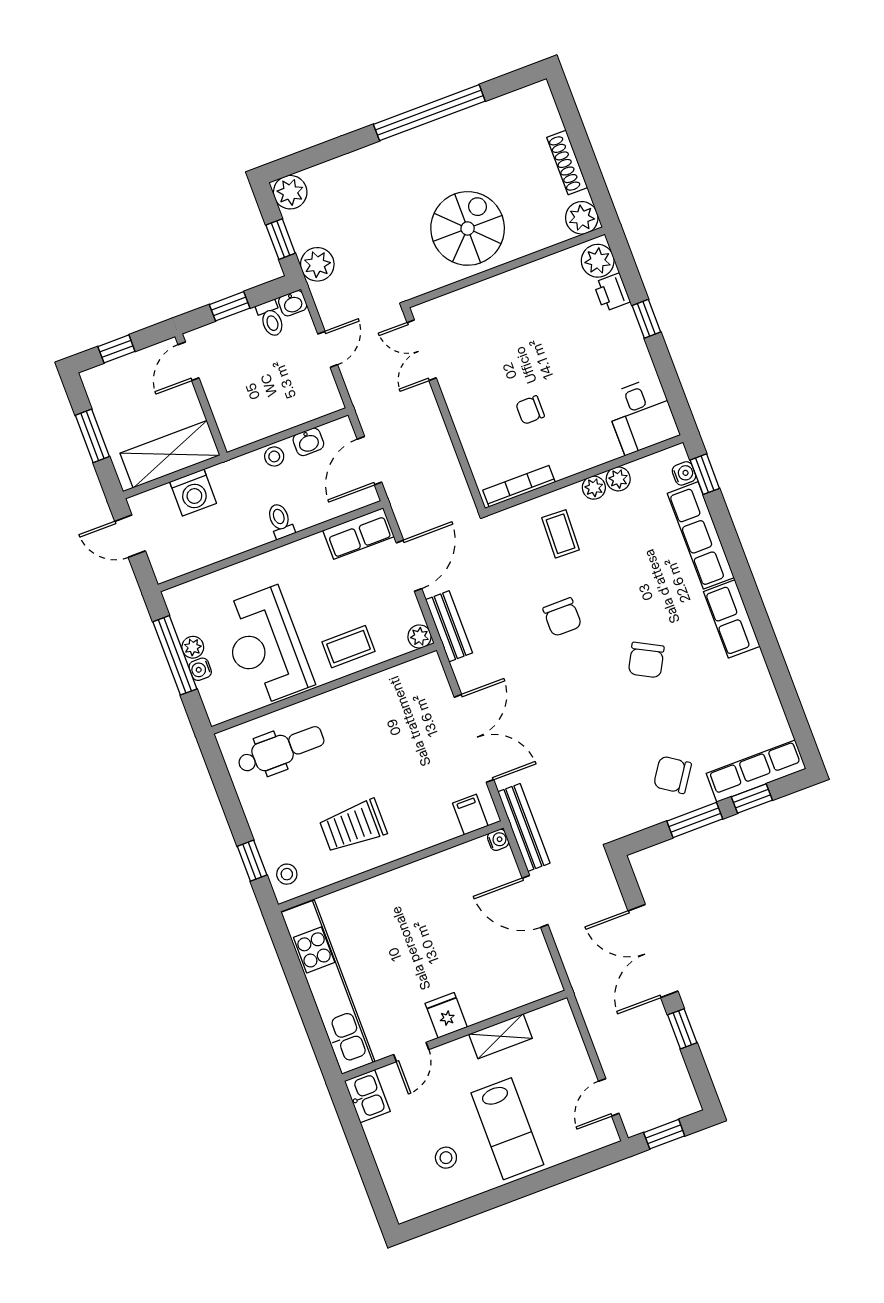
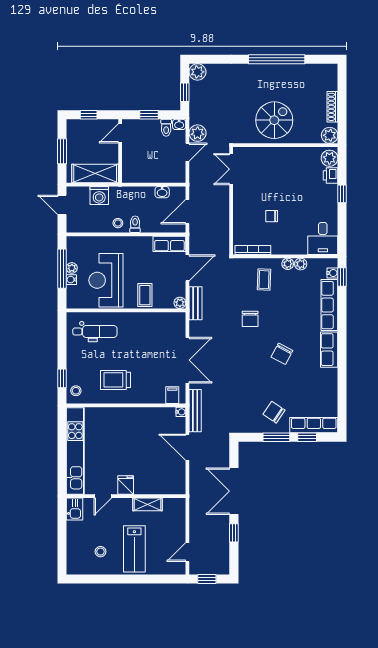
plant: (317, 264) -> (198, 133), moved
stool: (274, 456) -> (118, 223), moved
coffee table: (349, 647) -> (145, 295), turned 90

